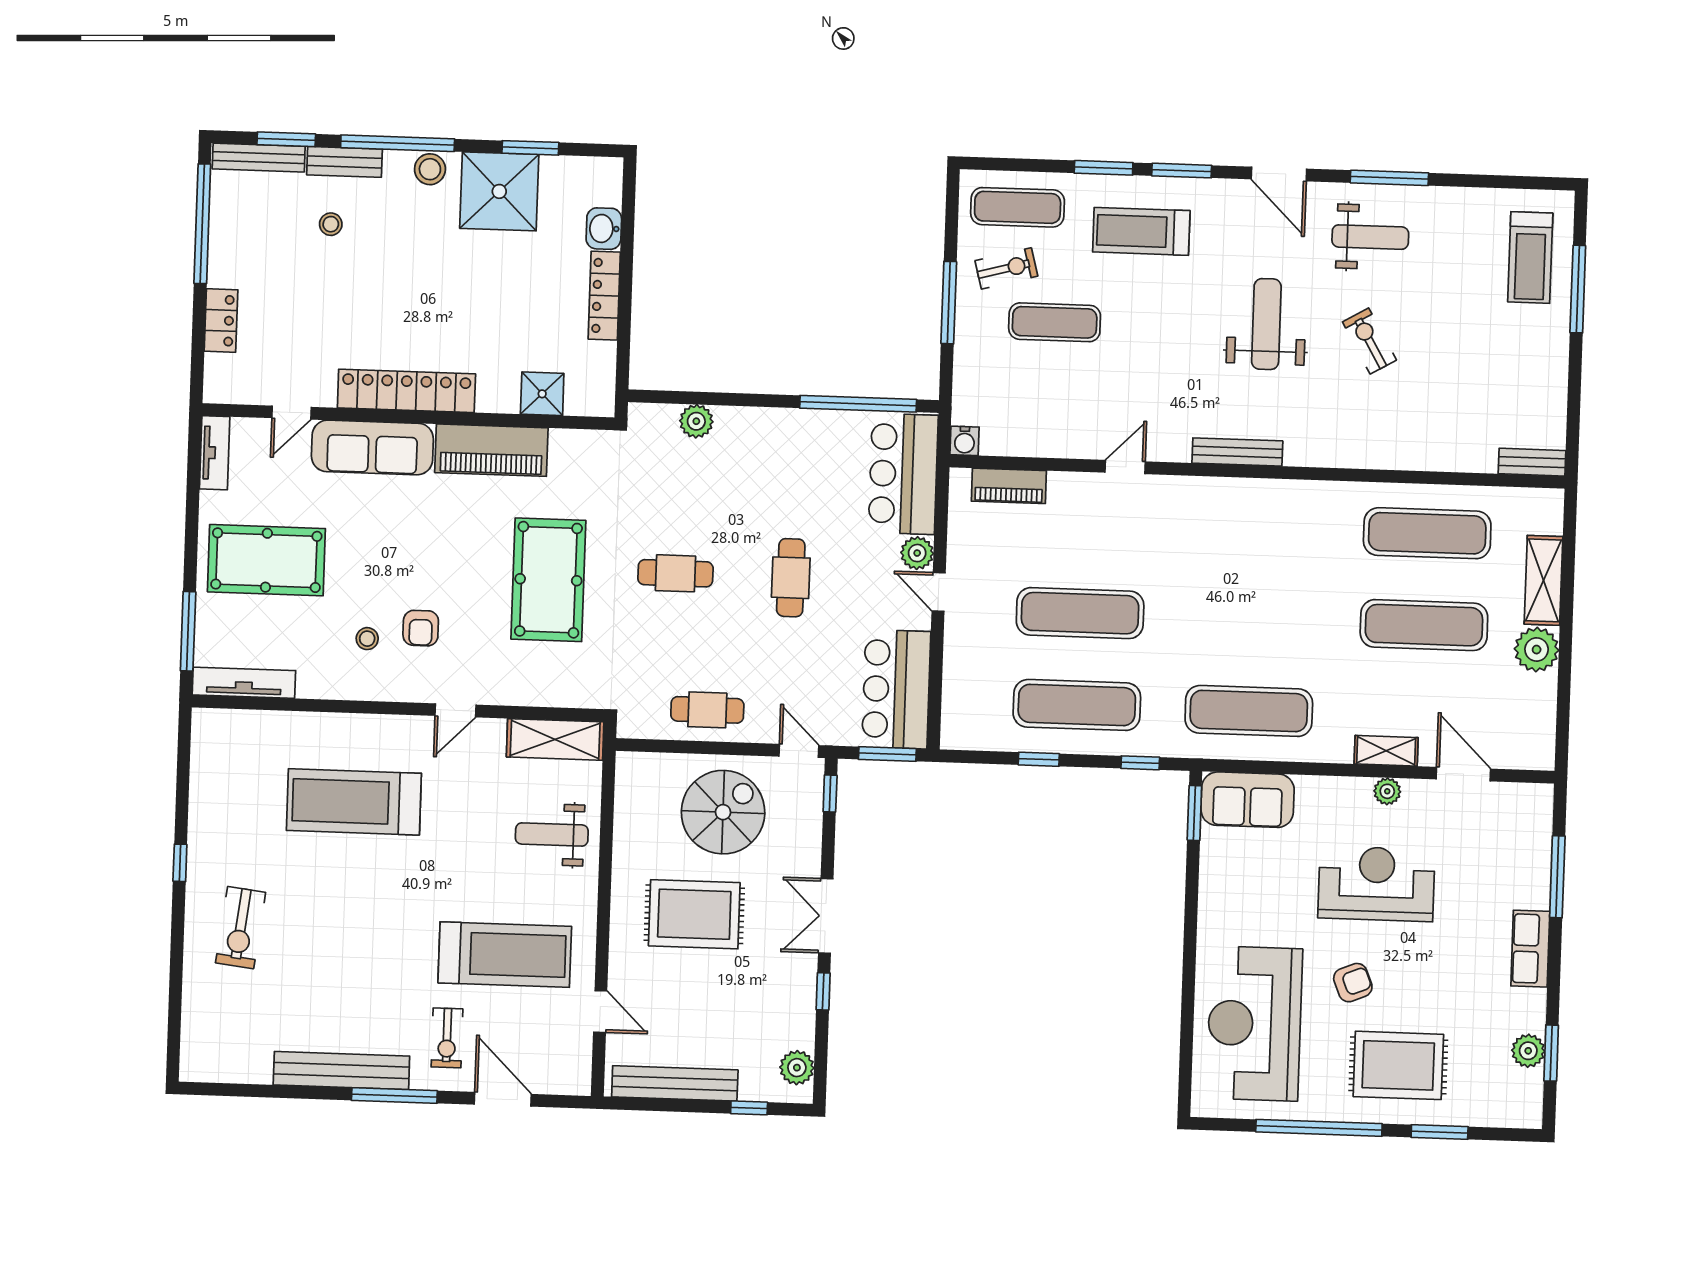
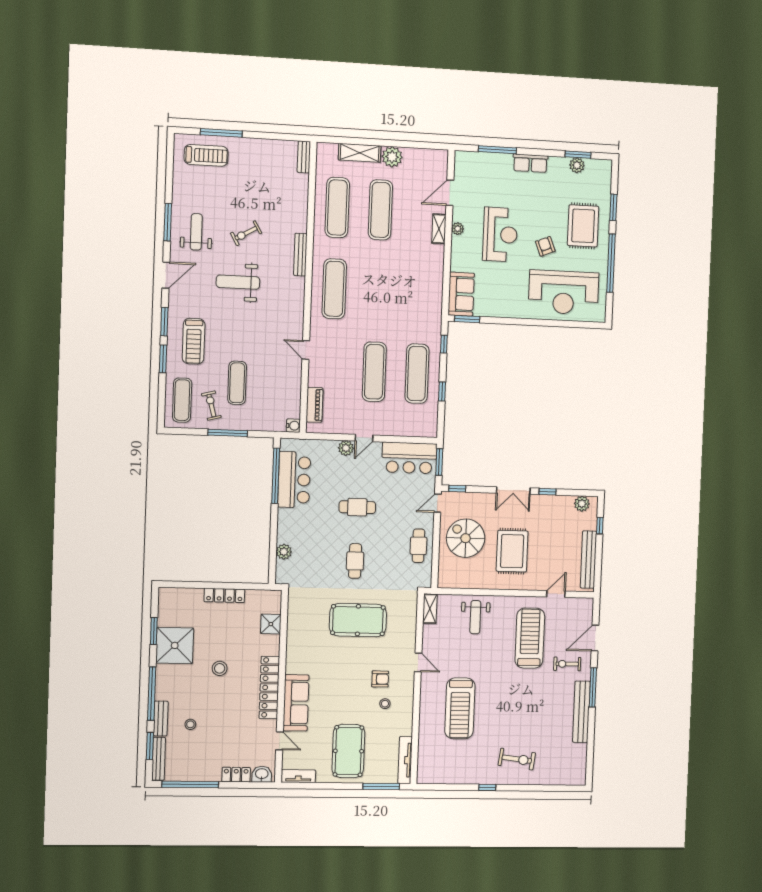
stool: (430, 169) -> (220, 668), moved
washbasin: (604, 229) -> (262, 774), moved, turned 180
piano: (491, 450) -> (297, 647), removed
bench: (1237, 452) -> (300, 255), moved
bar counter: (903, 474) -> (294, 480), moved, turned -90
exercise mat: (1249, 711) -> (334, 289), moved
shelving: (555, 739) -> (430, 609), width x0.67, depth x0.75
reception desk: (1376, 884) -> (500, 234), turned 180
exercise bike: (447, 1038) -> (567, 664), turned 180

